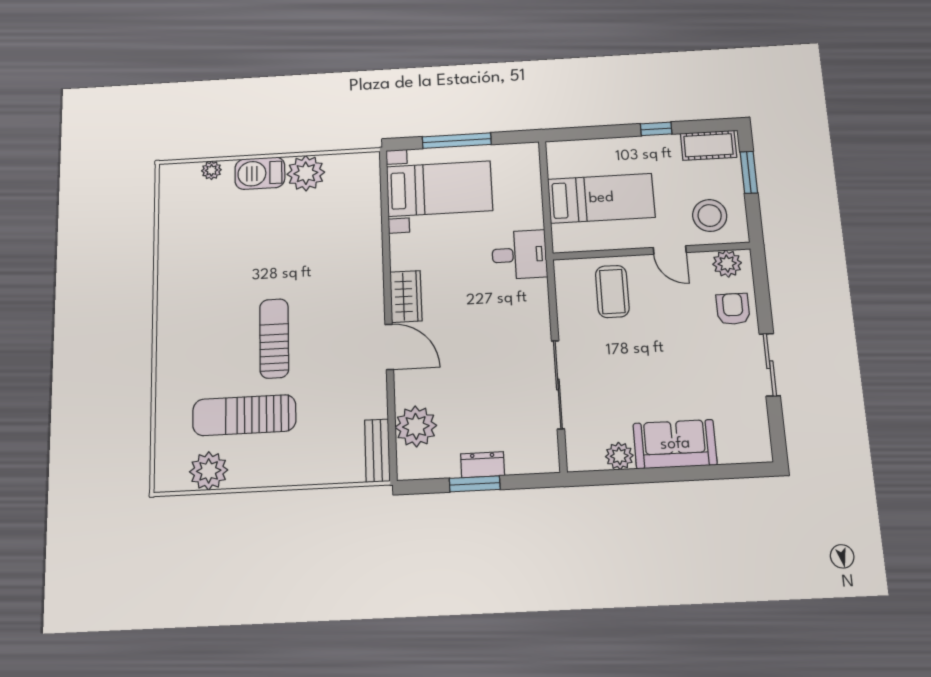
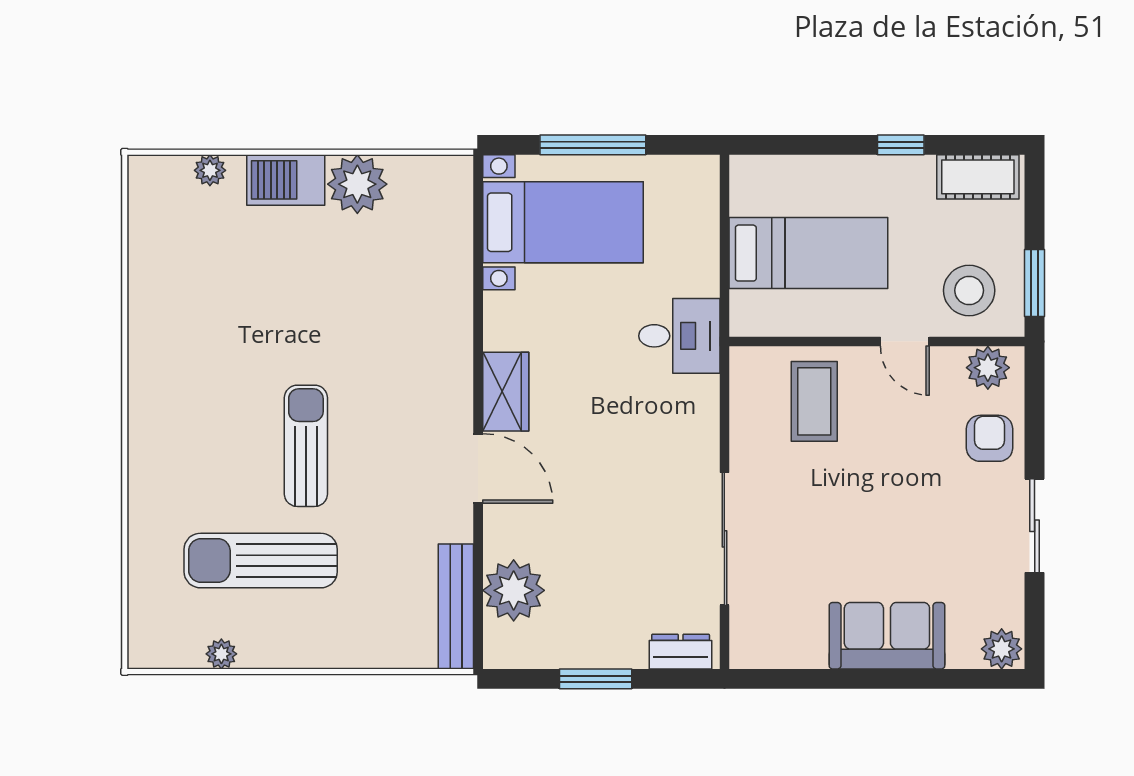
window: (749, 172) -> (1035, 283), moved
bench: (377, 451) -> (456, 607), width x1.36
plant: (619, 456) -> (1002, 649), moved
dresser: (483, 465) -> (681, 652), moved
plant: (209, 471) -> (221, 654), width x0.53, depth x0.53

